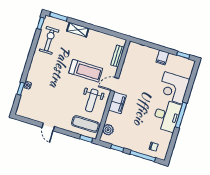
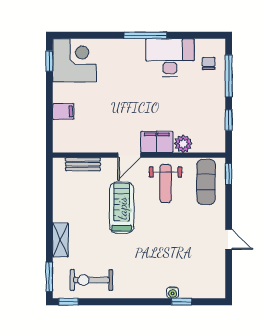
filing cabinet: (162, 57) -> (63, 111), moved
door: (115, 85) -> (129, 155), hinge flipped
corner desk: (174, 88) -> (74, 60), moved, turned -90
weight bench: (92, 100) -> (166, 184), turned 90
desk: (167, 116) -> (170, 58), moved
door: (48, 127) -> (229, 239), hinge flipped
plant: (108, 130) -> (183, 144), moved

